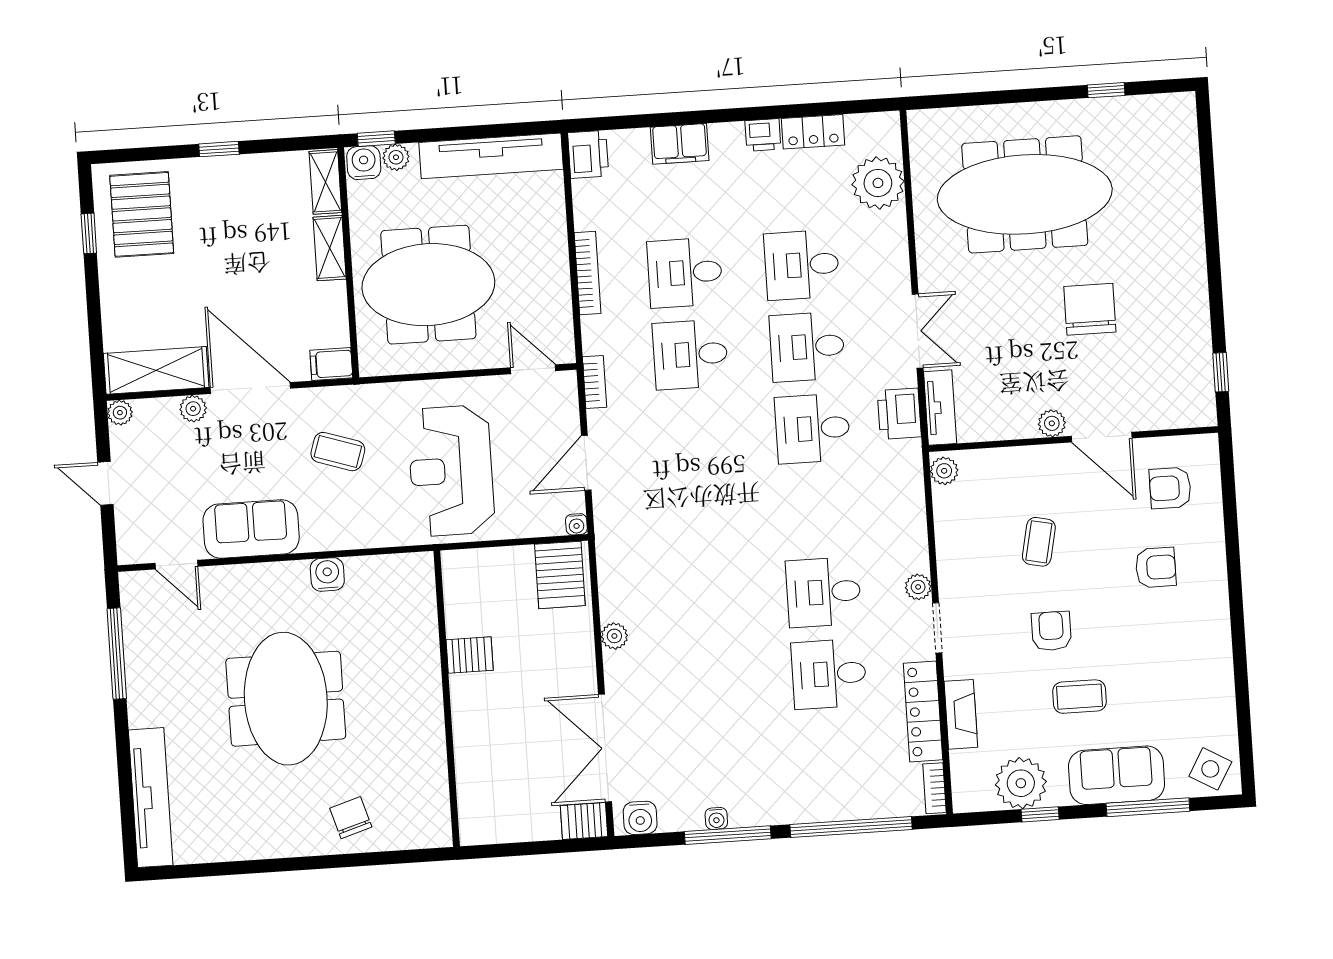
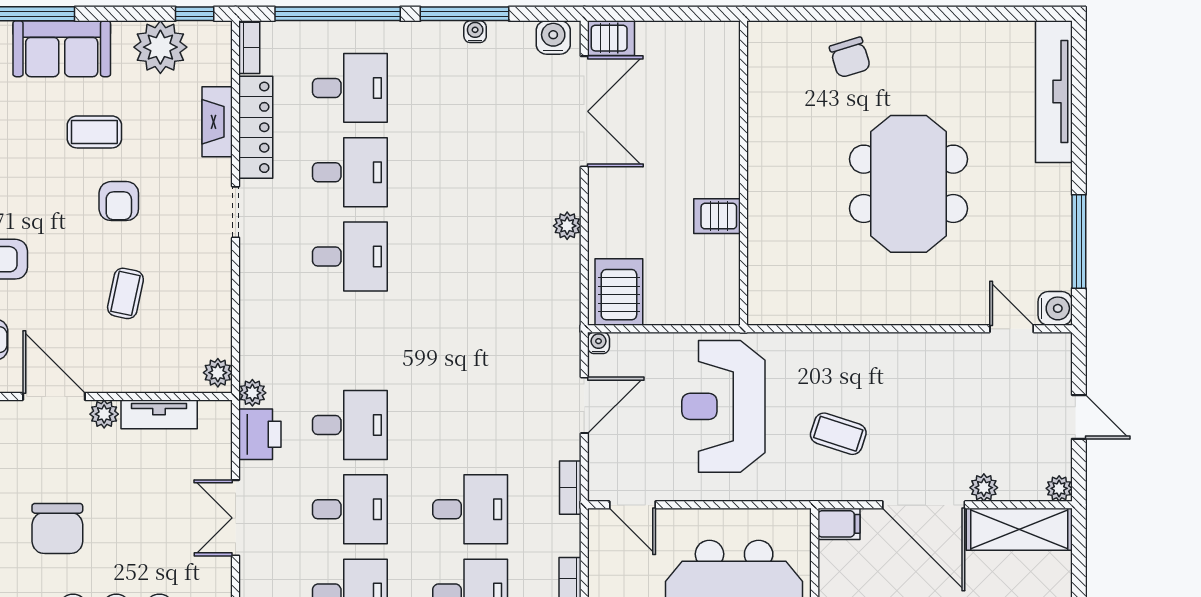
tv unit: (940, 408) -> (159, 414), moved, turned -90
reception desk: (451, 471) -> (723, 406), turned 180
sofa: (251, 529) -> (932, 360), removed
water cooler: (327, 574) -> (1055, 308), moved, turned -90
plant: (918, 587) -> (252, 393), moved
desk: (834, 756) -> (350, 88), added
window: (1040, 814) -> (195, 14), moved

